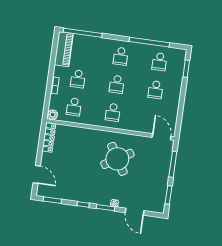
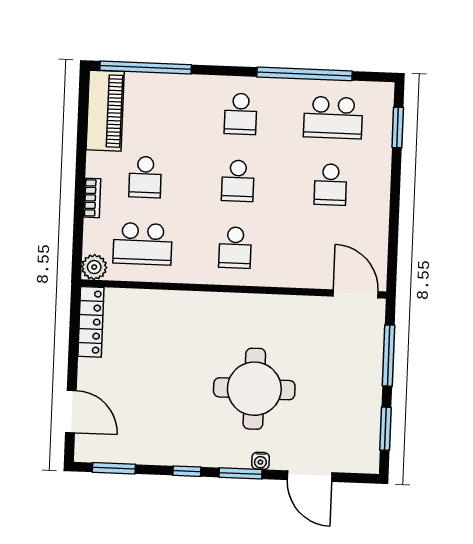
school desk: (160, 62) -> (333, 118), width x1.85
school desk: (74, 107) -> (143, 244), width x1.85
round table: (117, 159) -> (254, 389), moved, turned 31

